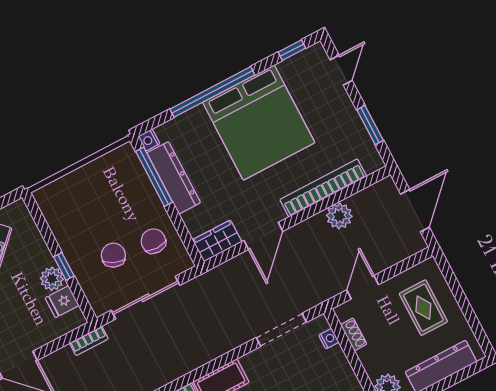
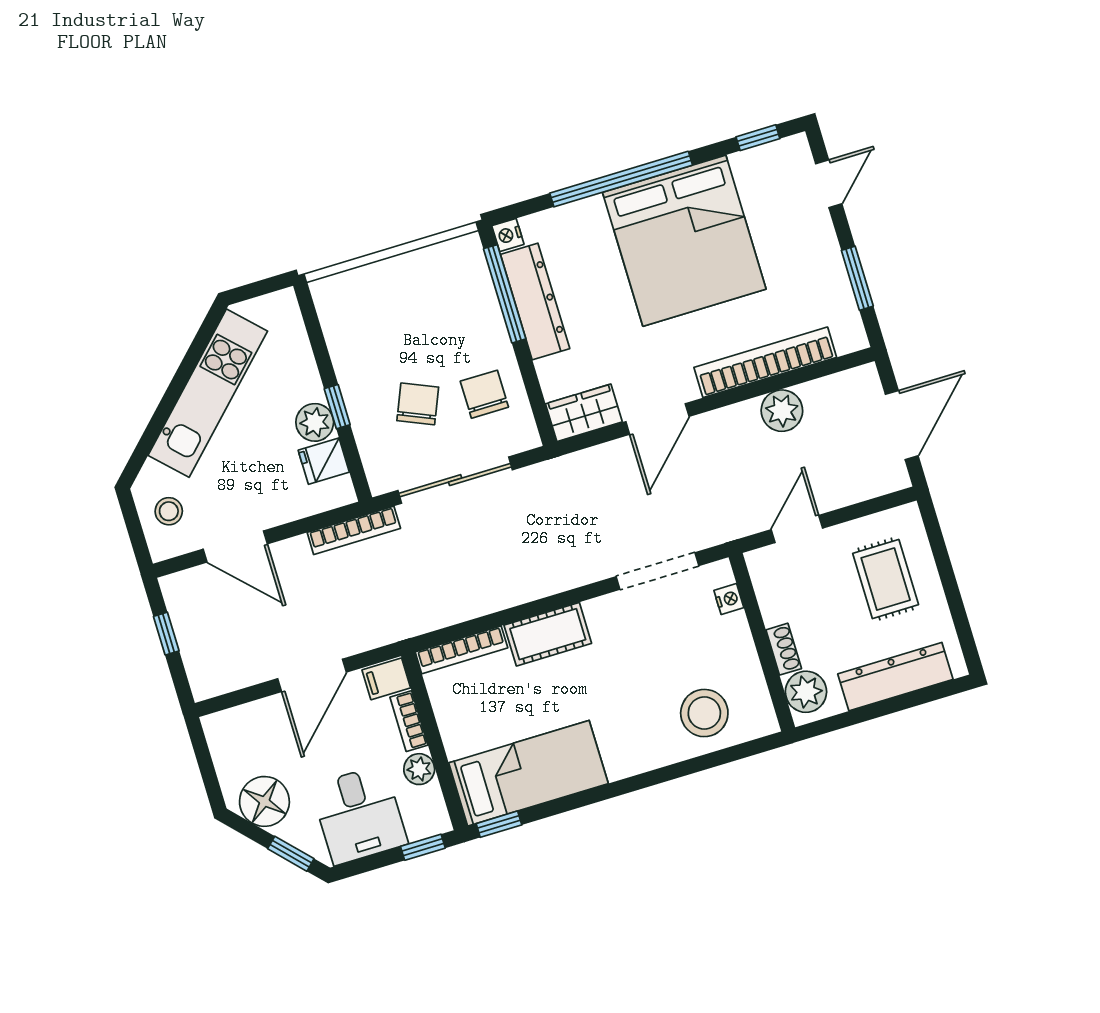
shoe rack: (354, 334) -> (784, 649), moved
bookcase: (89, 341) -> (354, 530), width x1.56

